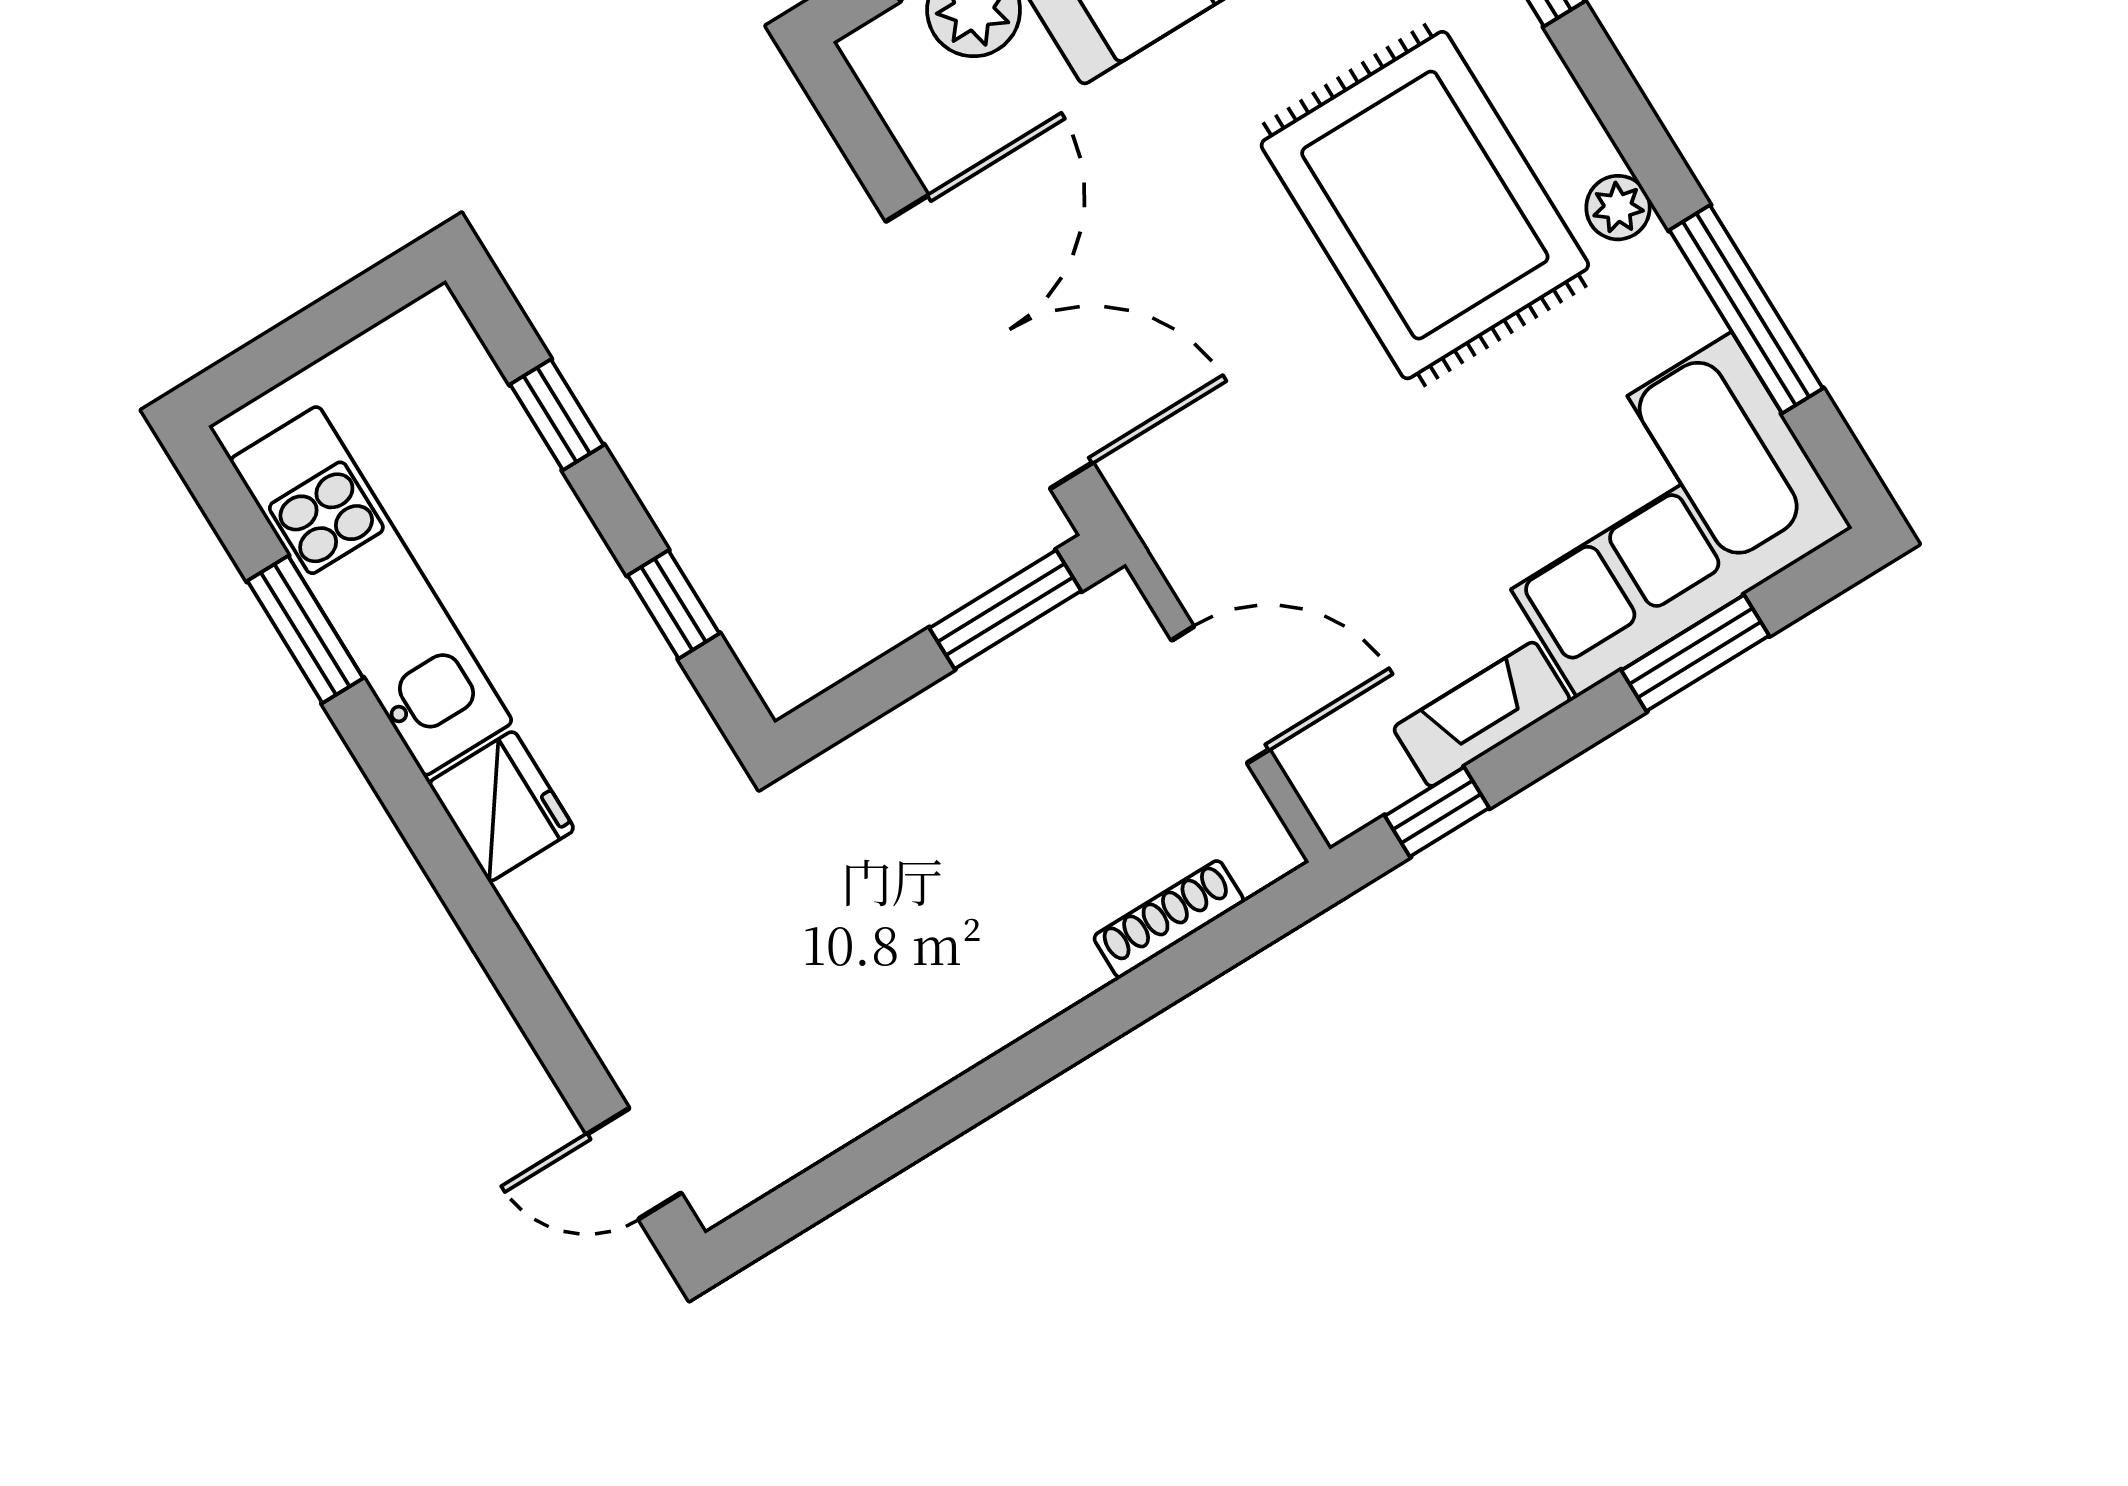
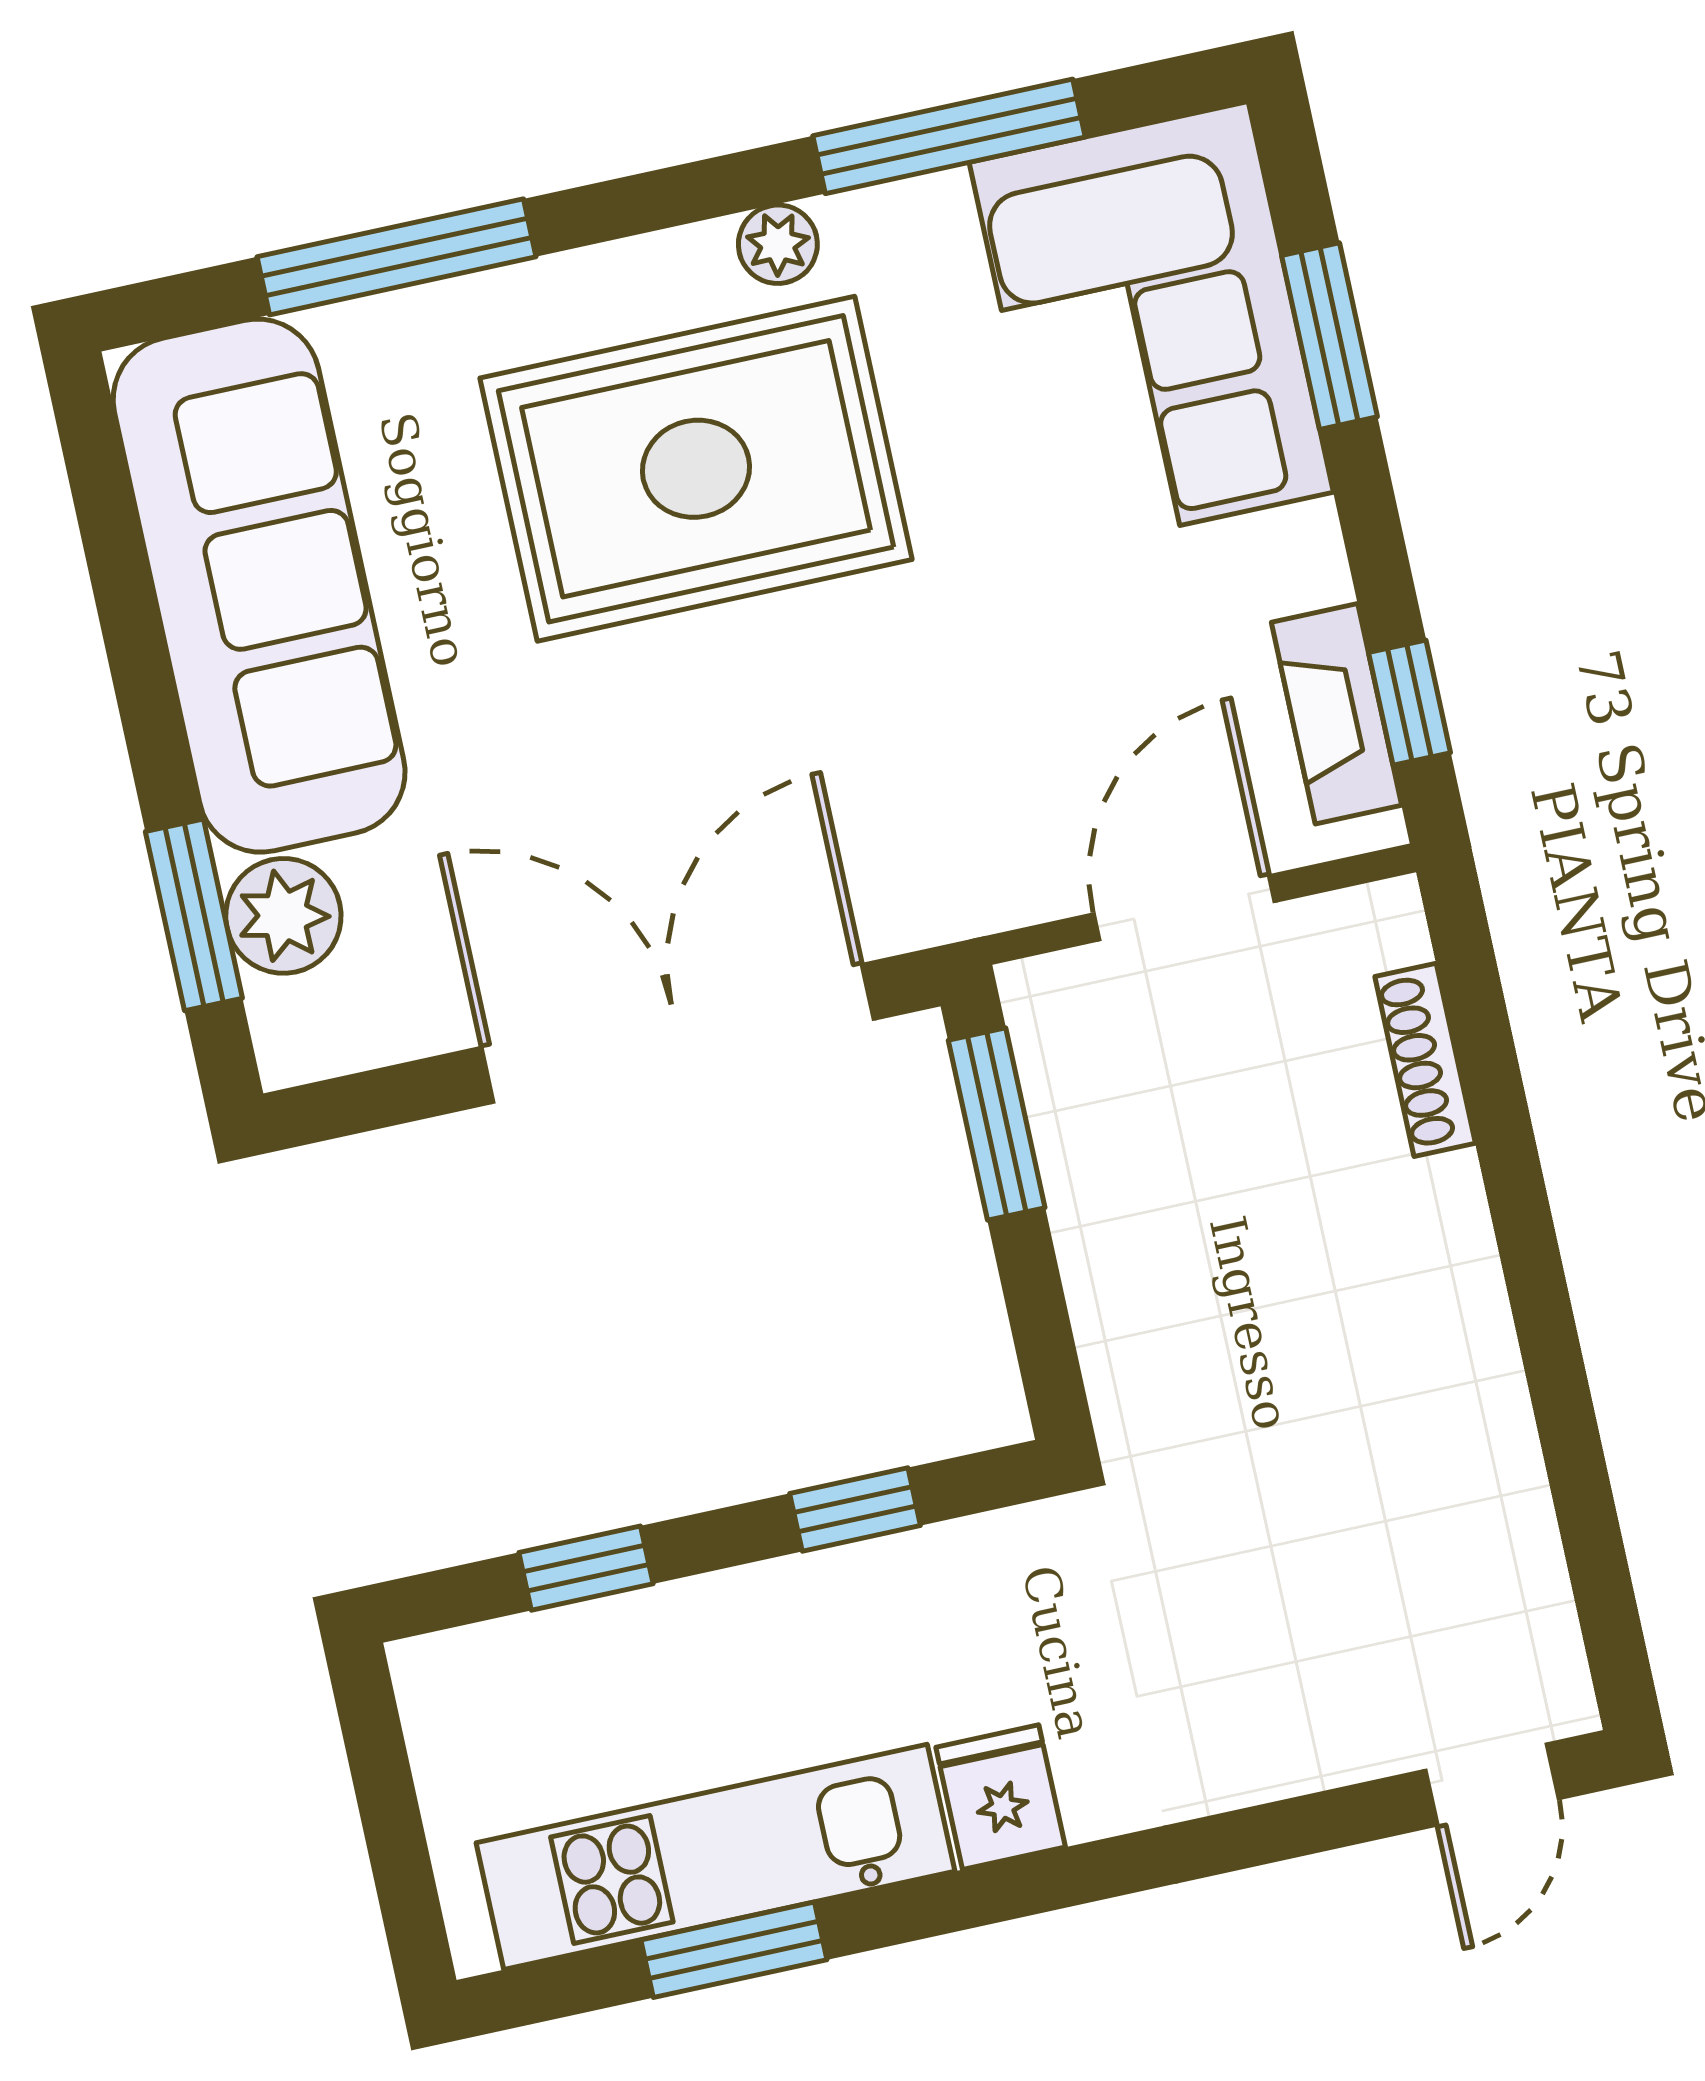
fireplace: (1482, 714) -> (1336, 714), moved
fridge: (502, 806) -> (1001, 1797), width x0.72

